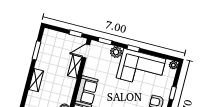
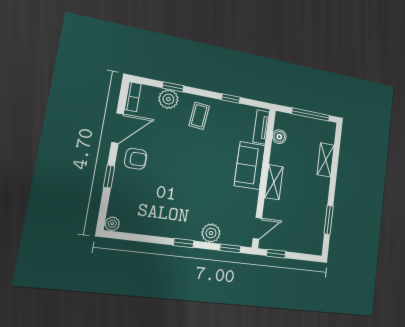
shelving: (75, 66) -> (274, 182), moved
corner sofa: (141, 68) -> (168, 212), removed
shelving: (36, 80) -> (326, 160), moved

